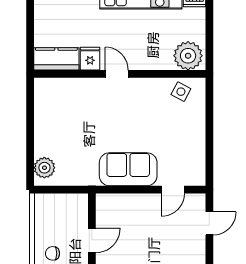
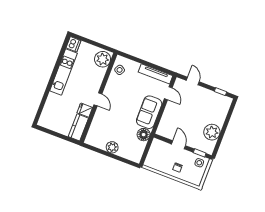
door: (117, 74) -> (98, 99), swing flipped
tv unit: (197, 155) -> (156, 74), added
plant: (44, 168) -> (112, 147), moved
floor lamp: (86, 174) -> (144, 135), added

